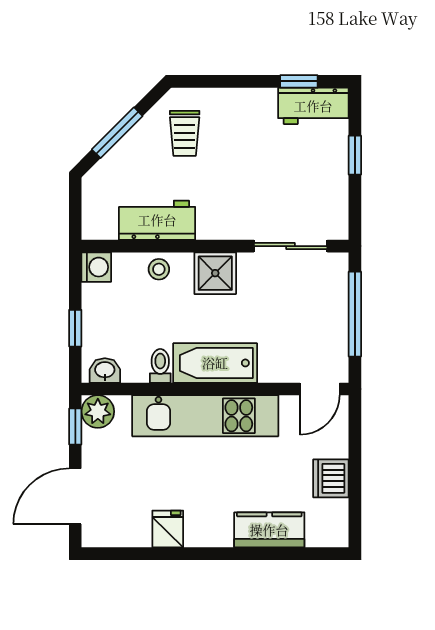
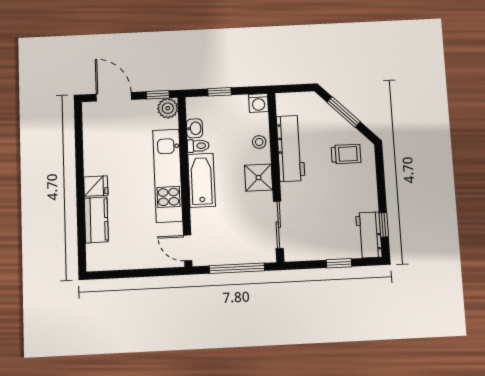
trolley: (185, 133) -> (346, 154), turned 180
workbench: (157, 220) -> (291, 148), width x1.37
washbasin: (105, 370) -> (195, 128), moved
dishwasher: (331, 478) -> (130, 258), removed
fridge: (168, 529) -> (96, 186), moved

